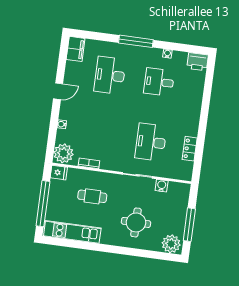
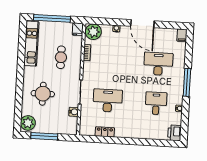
filing cabinet: (76, 49) -> (182, 35), width x0.50
door: (58, 91) -> (142, 24), width x1.88

